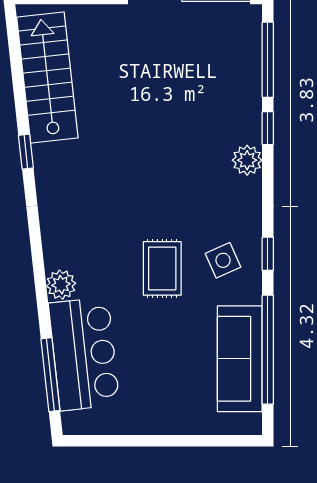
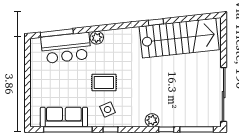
stairs: (47, 77) -> (179, 38), width x1.36, depth x1.51

